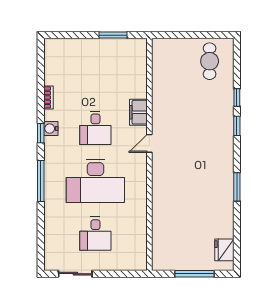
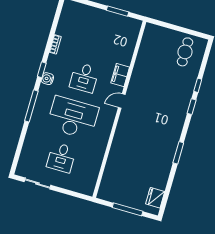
water cooler: (51, 129) -> (47, 79), moved
desk: (95, 181) -> (73, 118), turned 180

